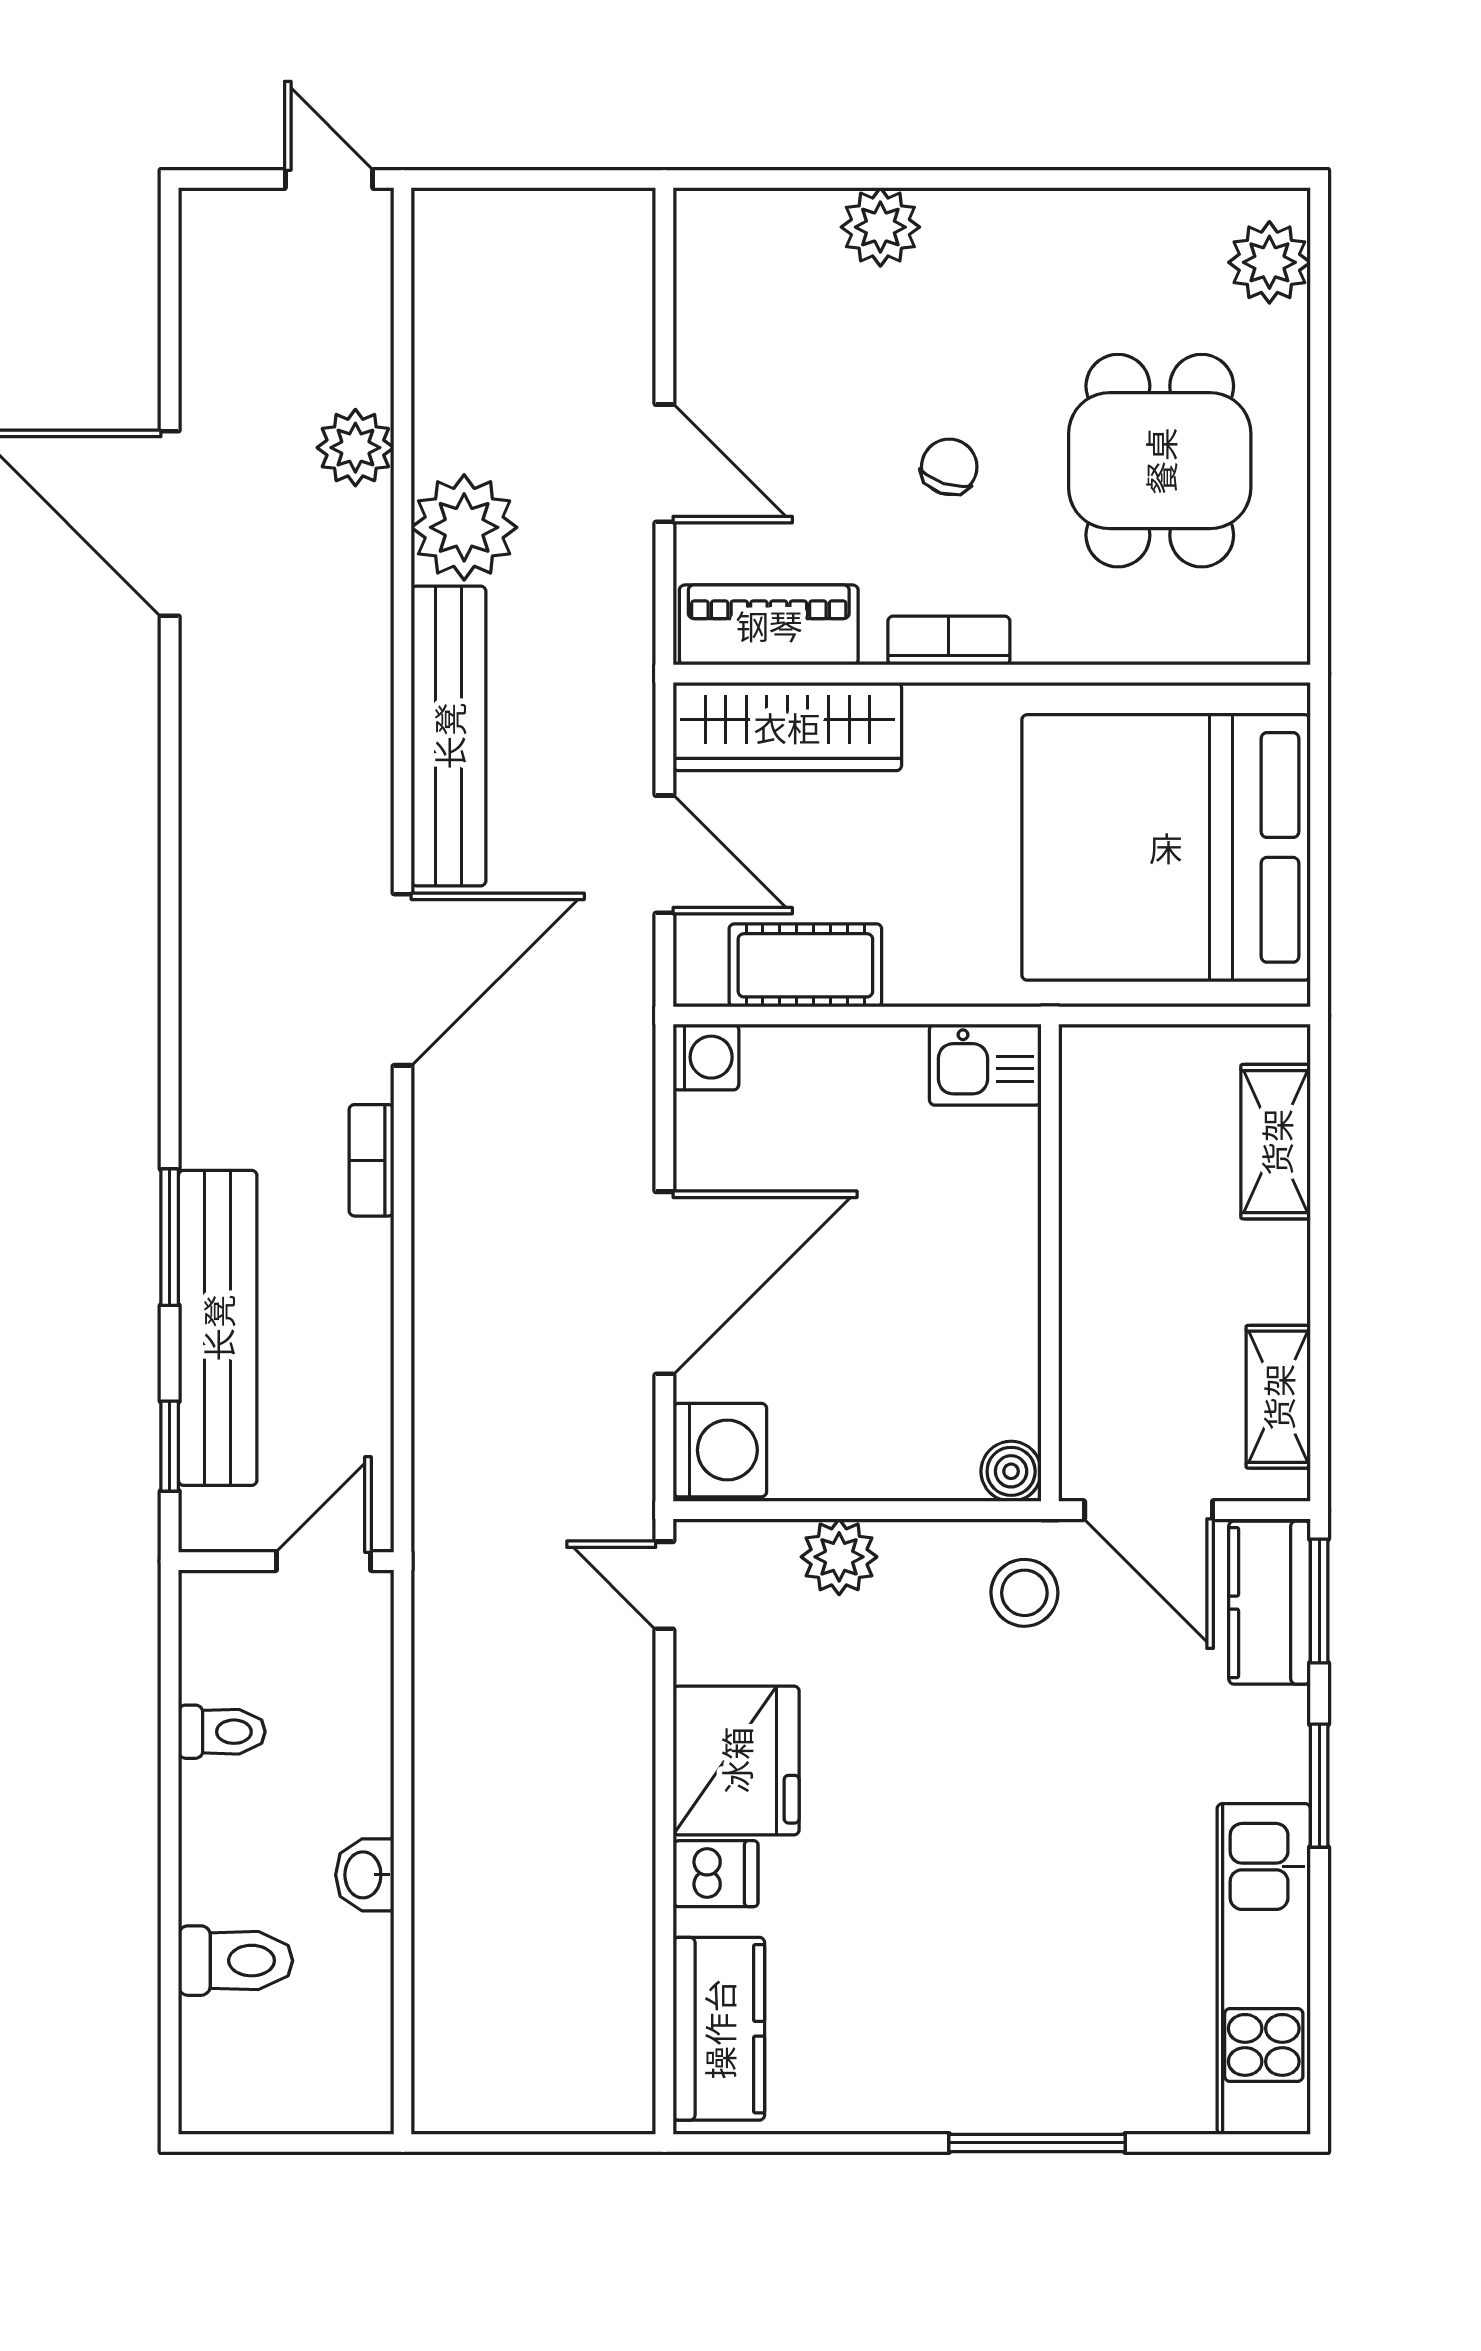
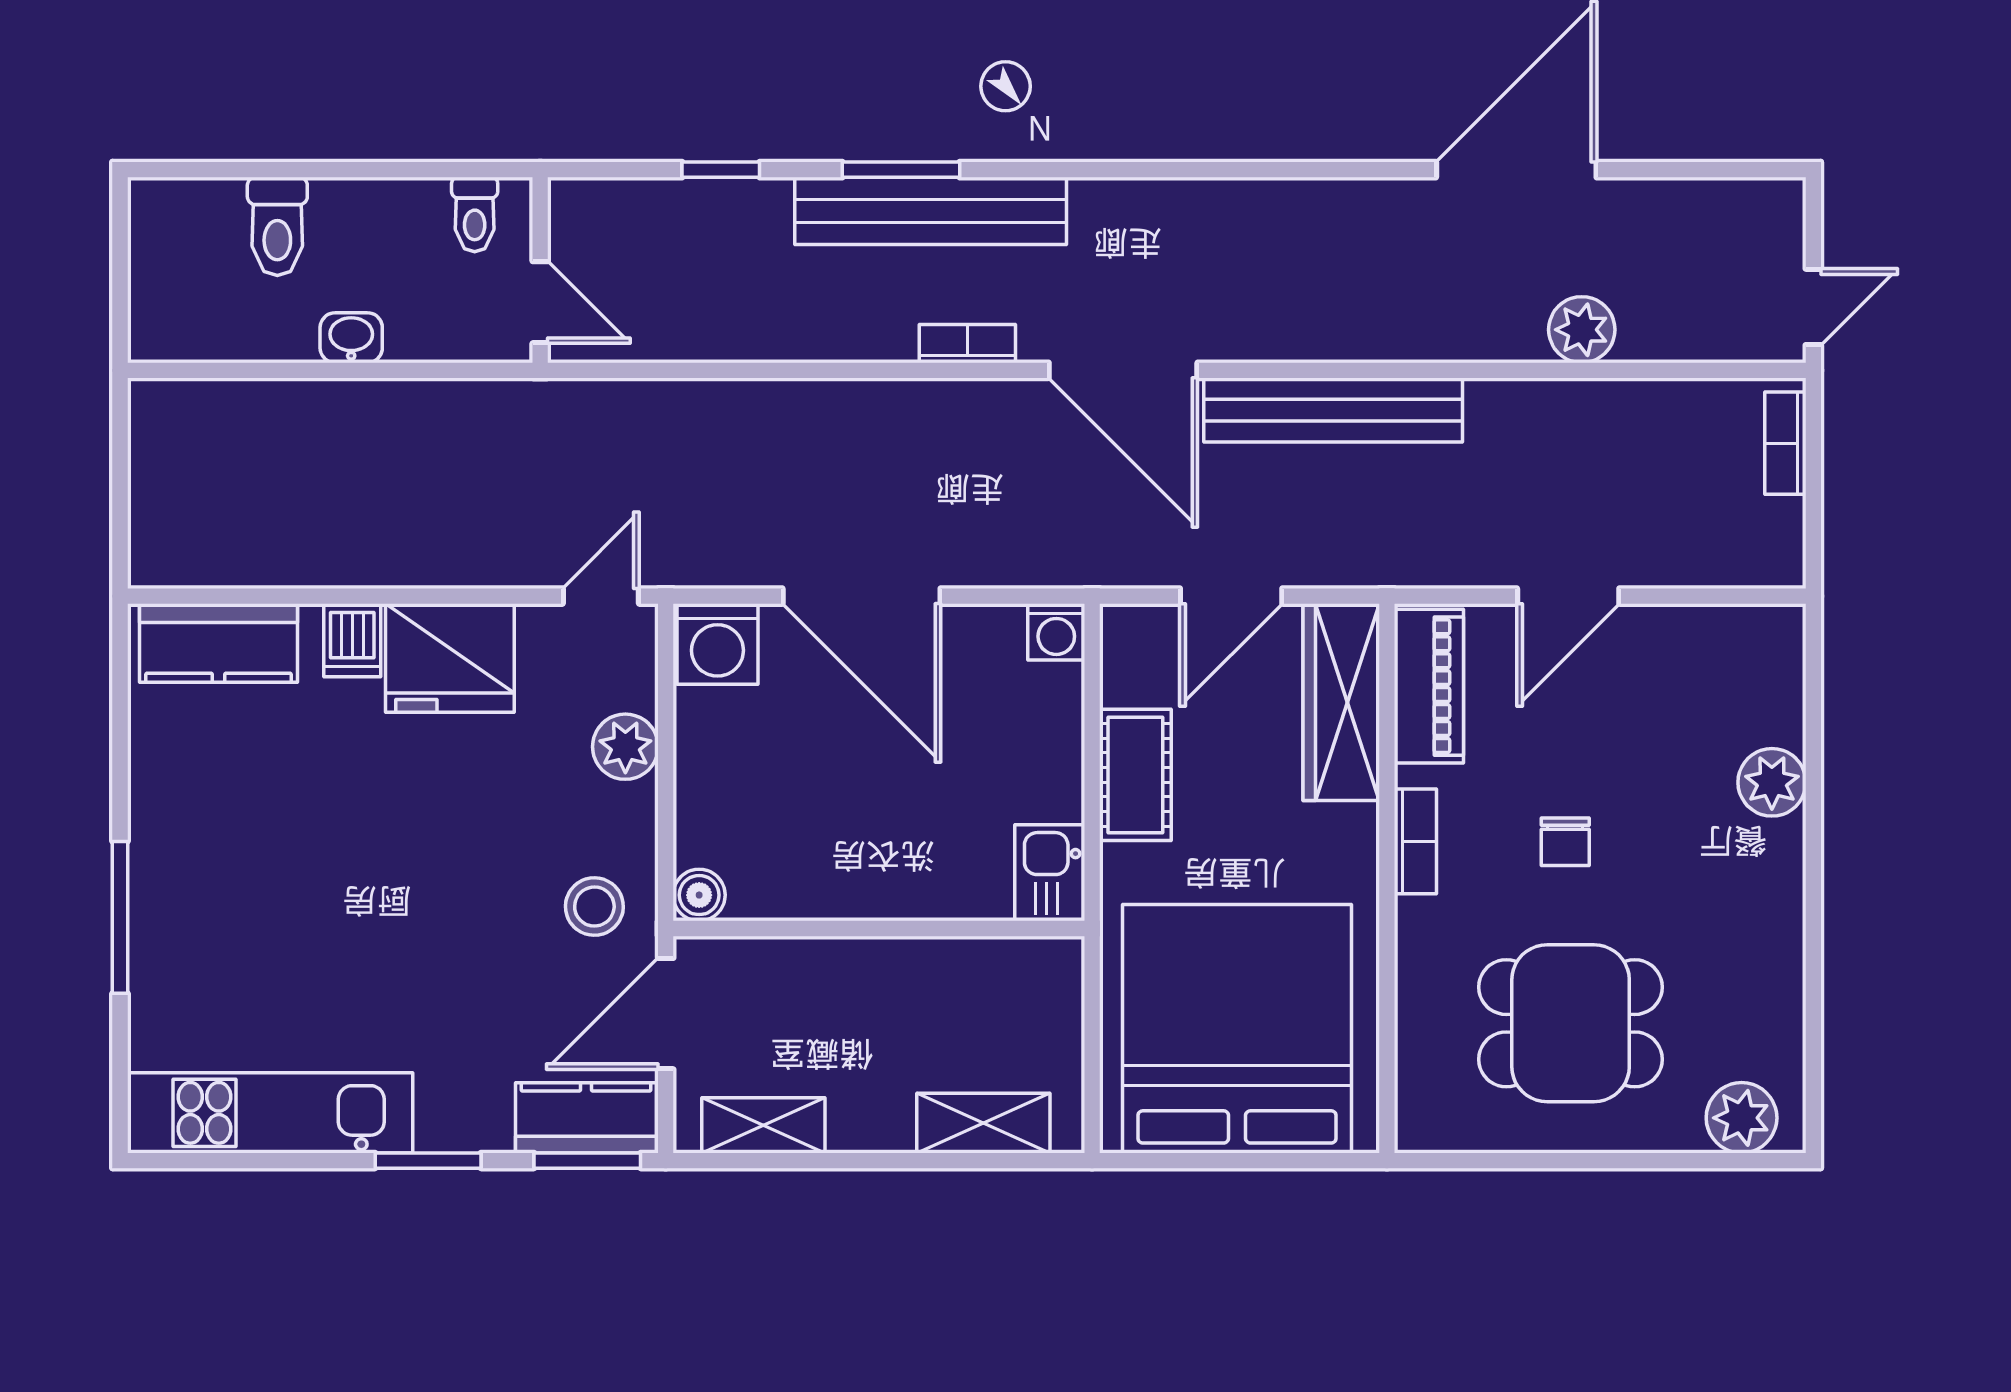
bookcase: (487, 211) -> (1785, 443), added
chair: (949, 467) -> (1565, 842), turned 72
plant: (464, 527) -> (1513, 423), removed
cot: (805, 965) -> (1135, 775), moved
bench: (218, 1328) -> (931, 211), moved
wall: (286, 1561) -> (540, 270), moved
door: (323, 1561) -> (540, 302), moved

